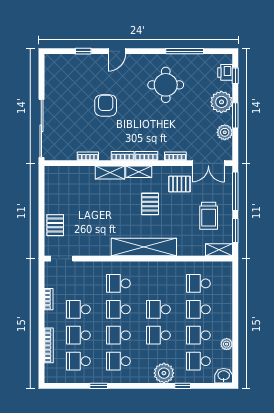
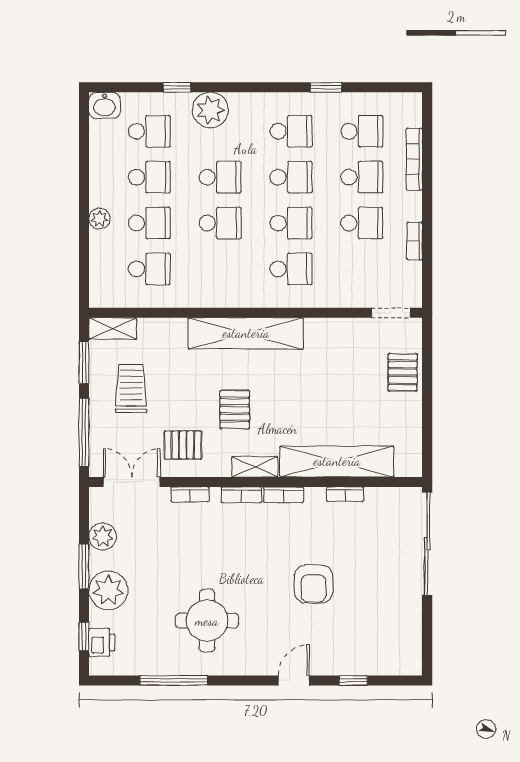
shelving: (110, 172) -> (337, 461), width x2.20, depth x1.33
plant: (227, 344) -> (99, 219), moved

